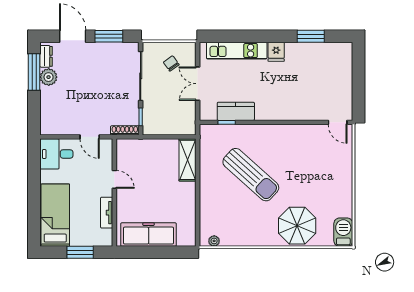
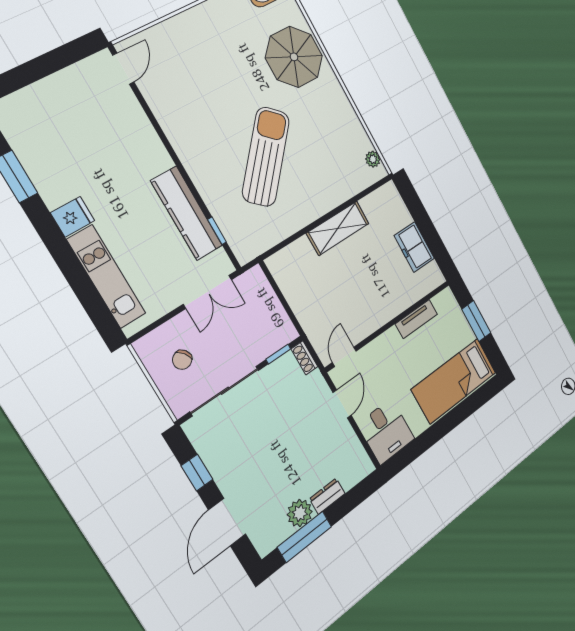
window: (109, 36) -> (197, 473), width x0.67
dresser: (46, 56) -> (327, 496), moved
double door: (198, 84) -> (208, 292), moved
kitchen counter: (236, 111) -> (187, 213), width x1.50
shoe rack: (125, 130) -> (304, 358), width x0.70
shelving: (187, 160) -> (338, 228), moved
door: (114, 179) -> (344, 357), moved
freezer: (149, 235) -> (414, 247), width x0.52, depth x0.79

